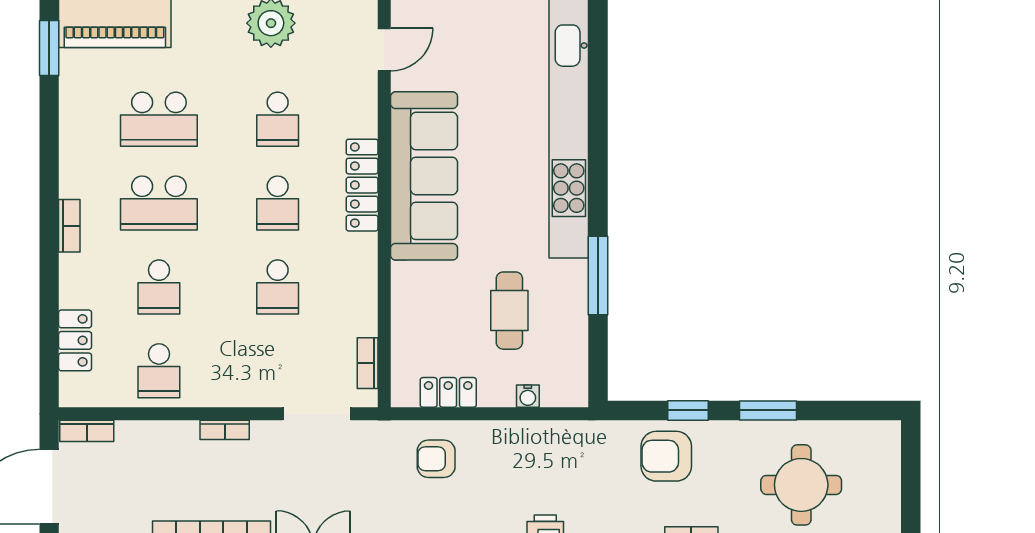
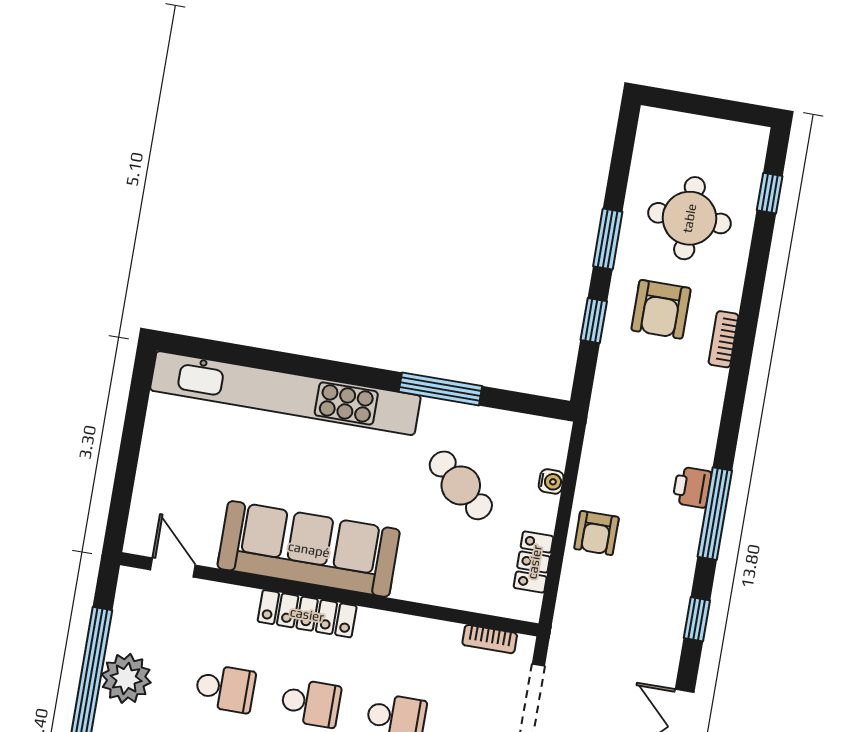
cafe table: (509, 311) -> (461, 485), turned 40
armchair: (666, 456) -> (661, 309), moved
armchair: (436, 459) -> (596, 533), moved

